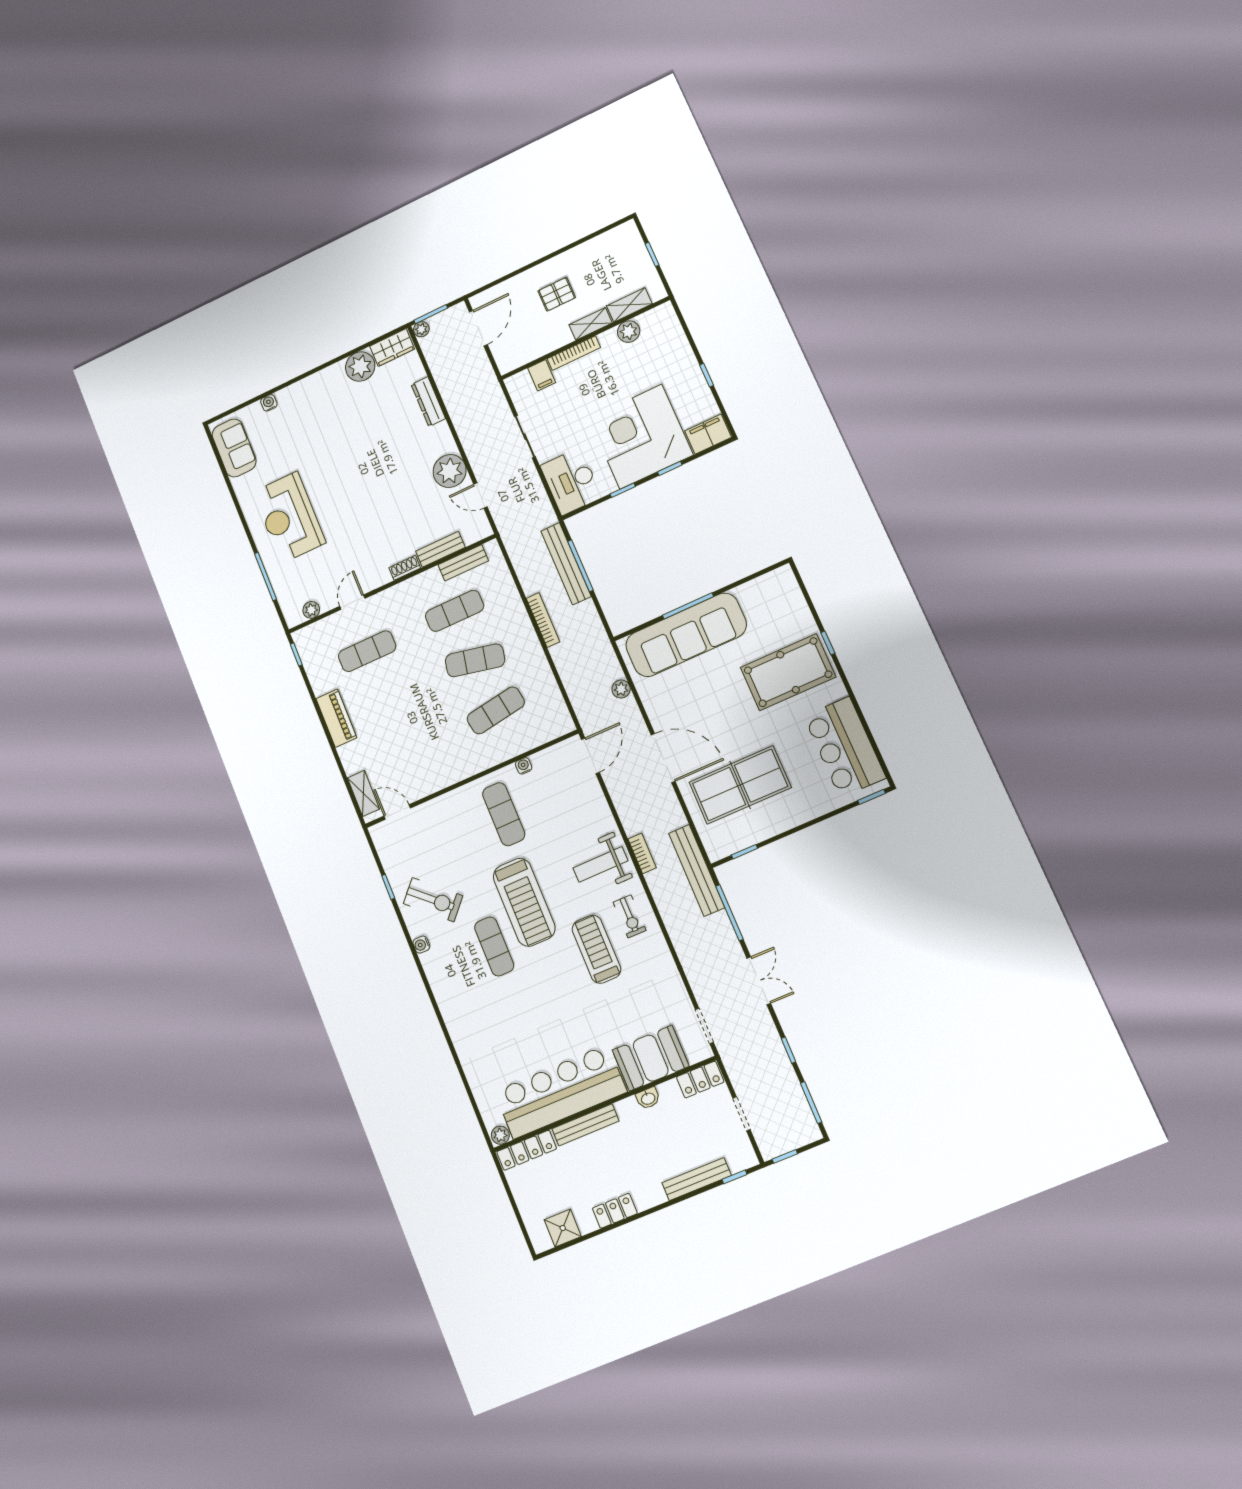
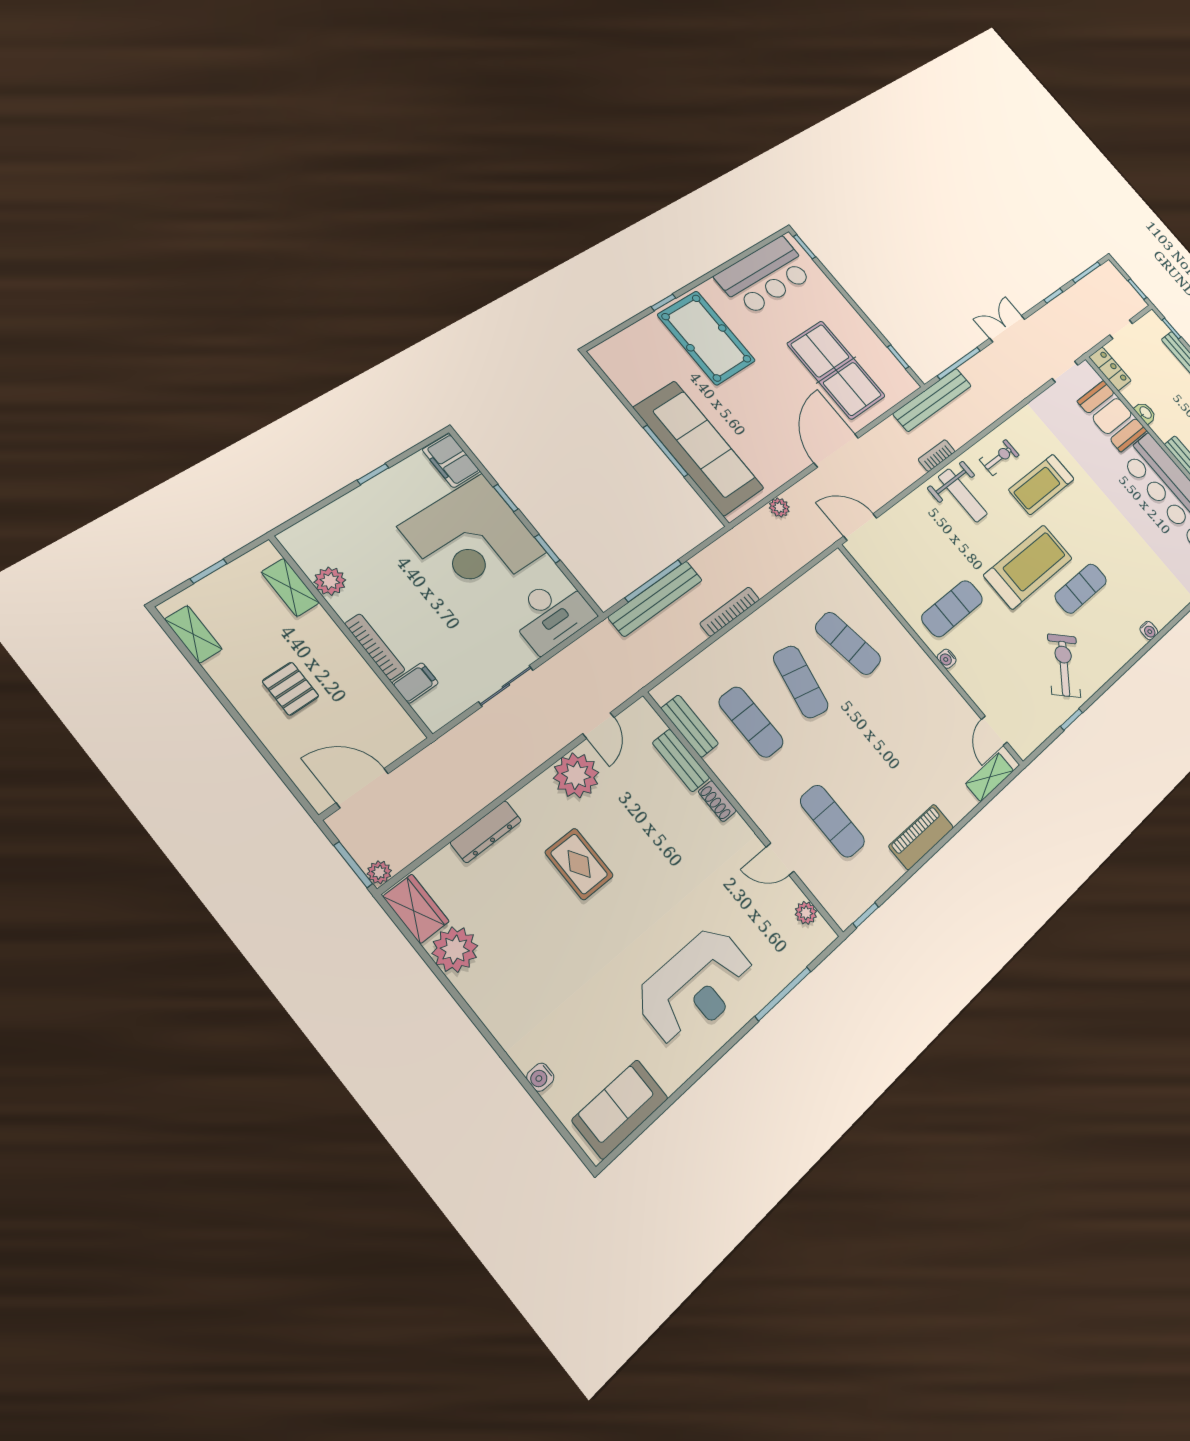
shelving: (591, 324) -> (193, 634), moved
rug: (390, 459) -> (579, 864), added
water cooler: (524, 766) -> (947, 659), moved
water cooler: (421, 945) -> (1149, 631), moved

